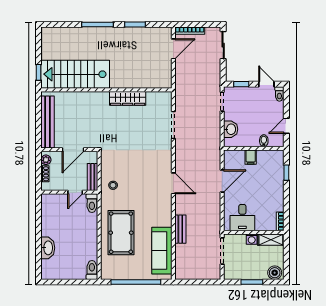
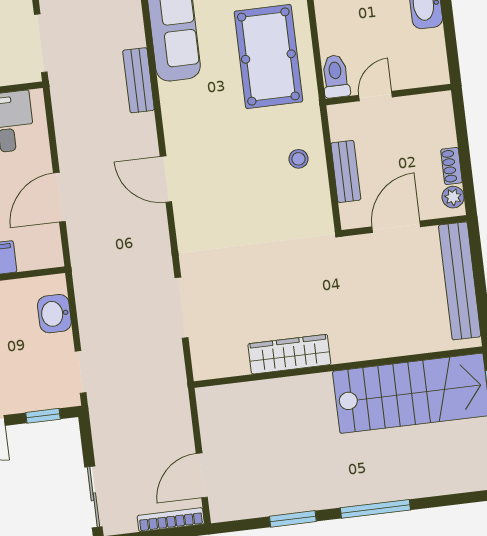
wall: (69, 192) -> (388, 94), moved
door: (75, 192) -> (376, 96), moved
toilet: (92, 203) -> (336, 76), moved

